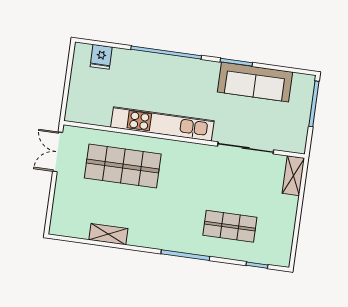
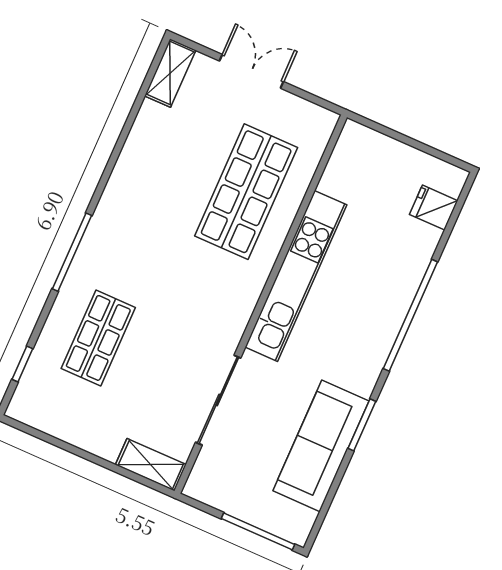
double door: (58, 152) -> (251, 71), moved
shelving: (108, 234) -> (170, 73), moved

